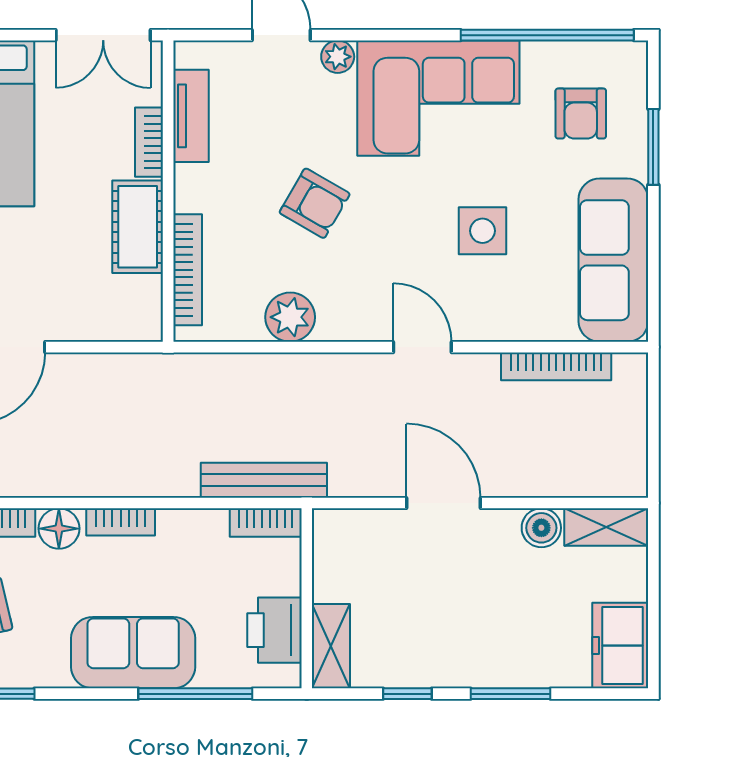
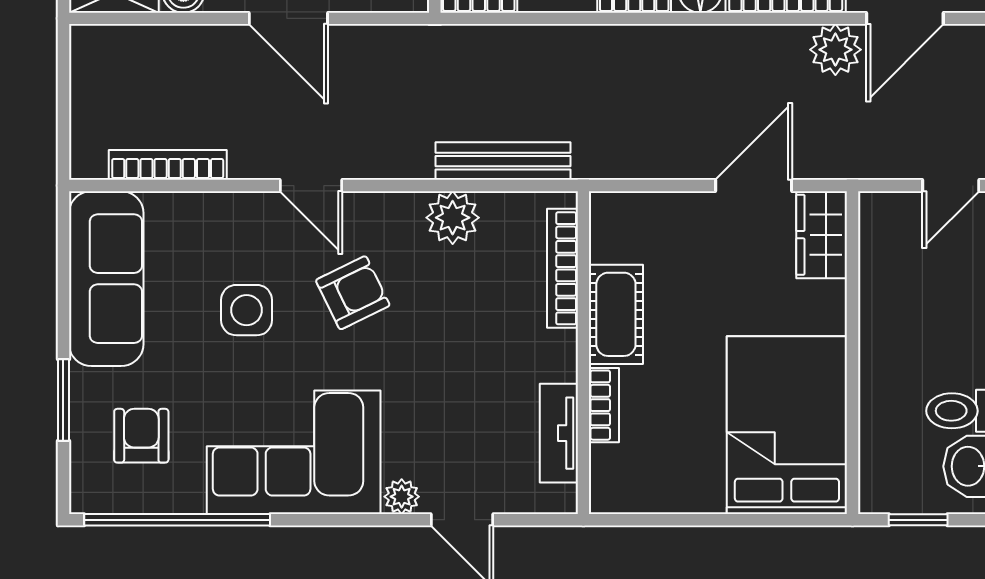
double door: (103, 35) -> (653, 520), removed
armchair: (315, 203) -> (353, 293), moved, turned 124
bench: (264, 480) -> (503, 161), moved

